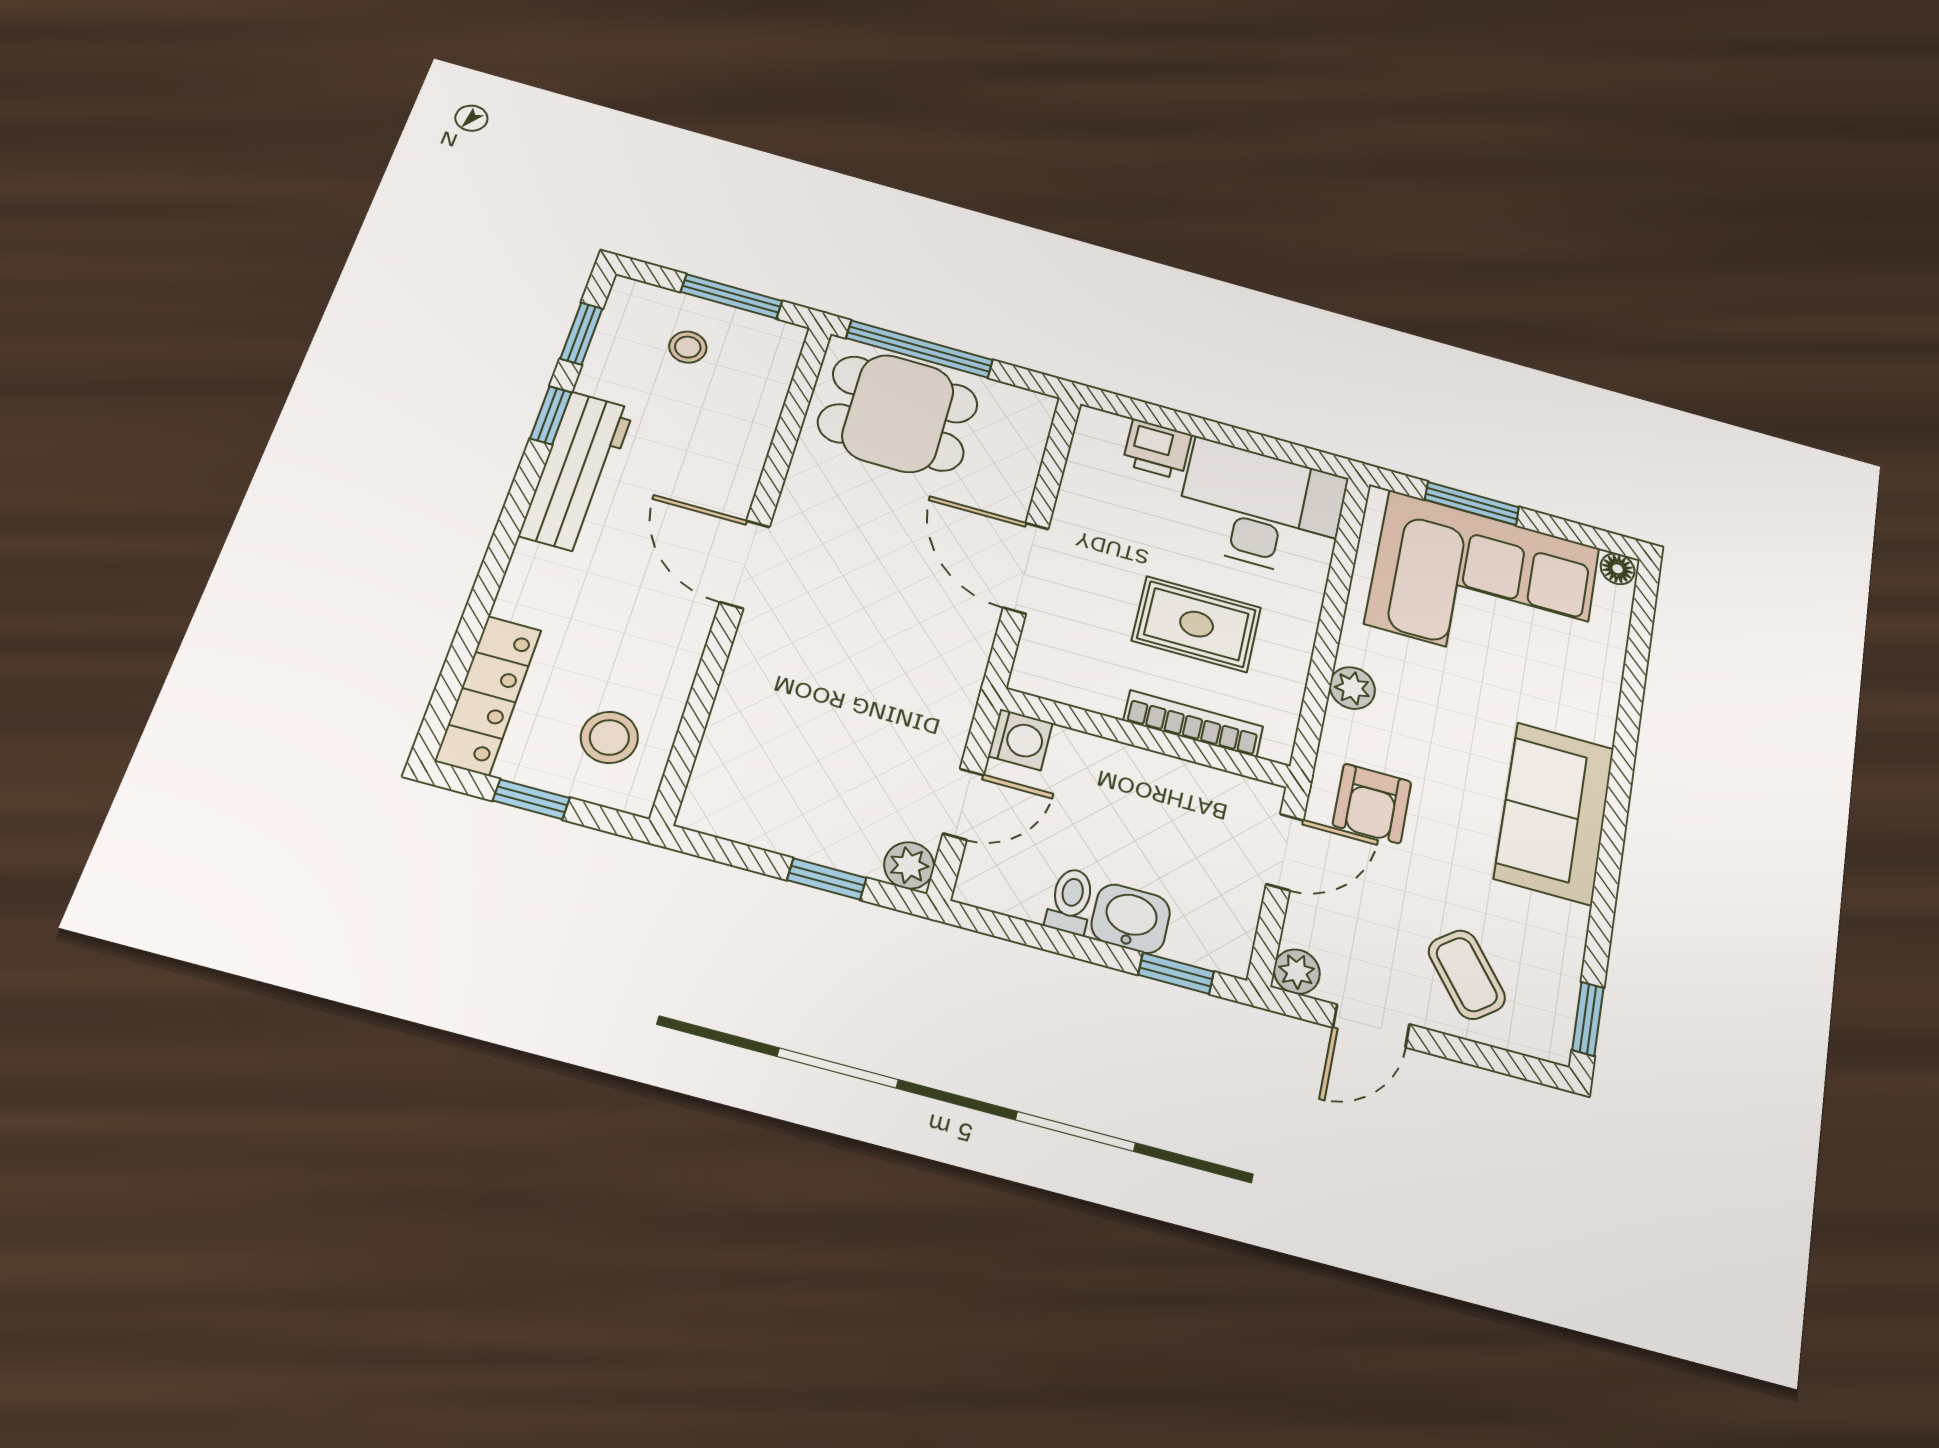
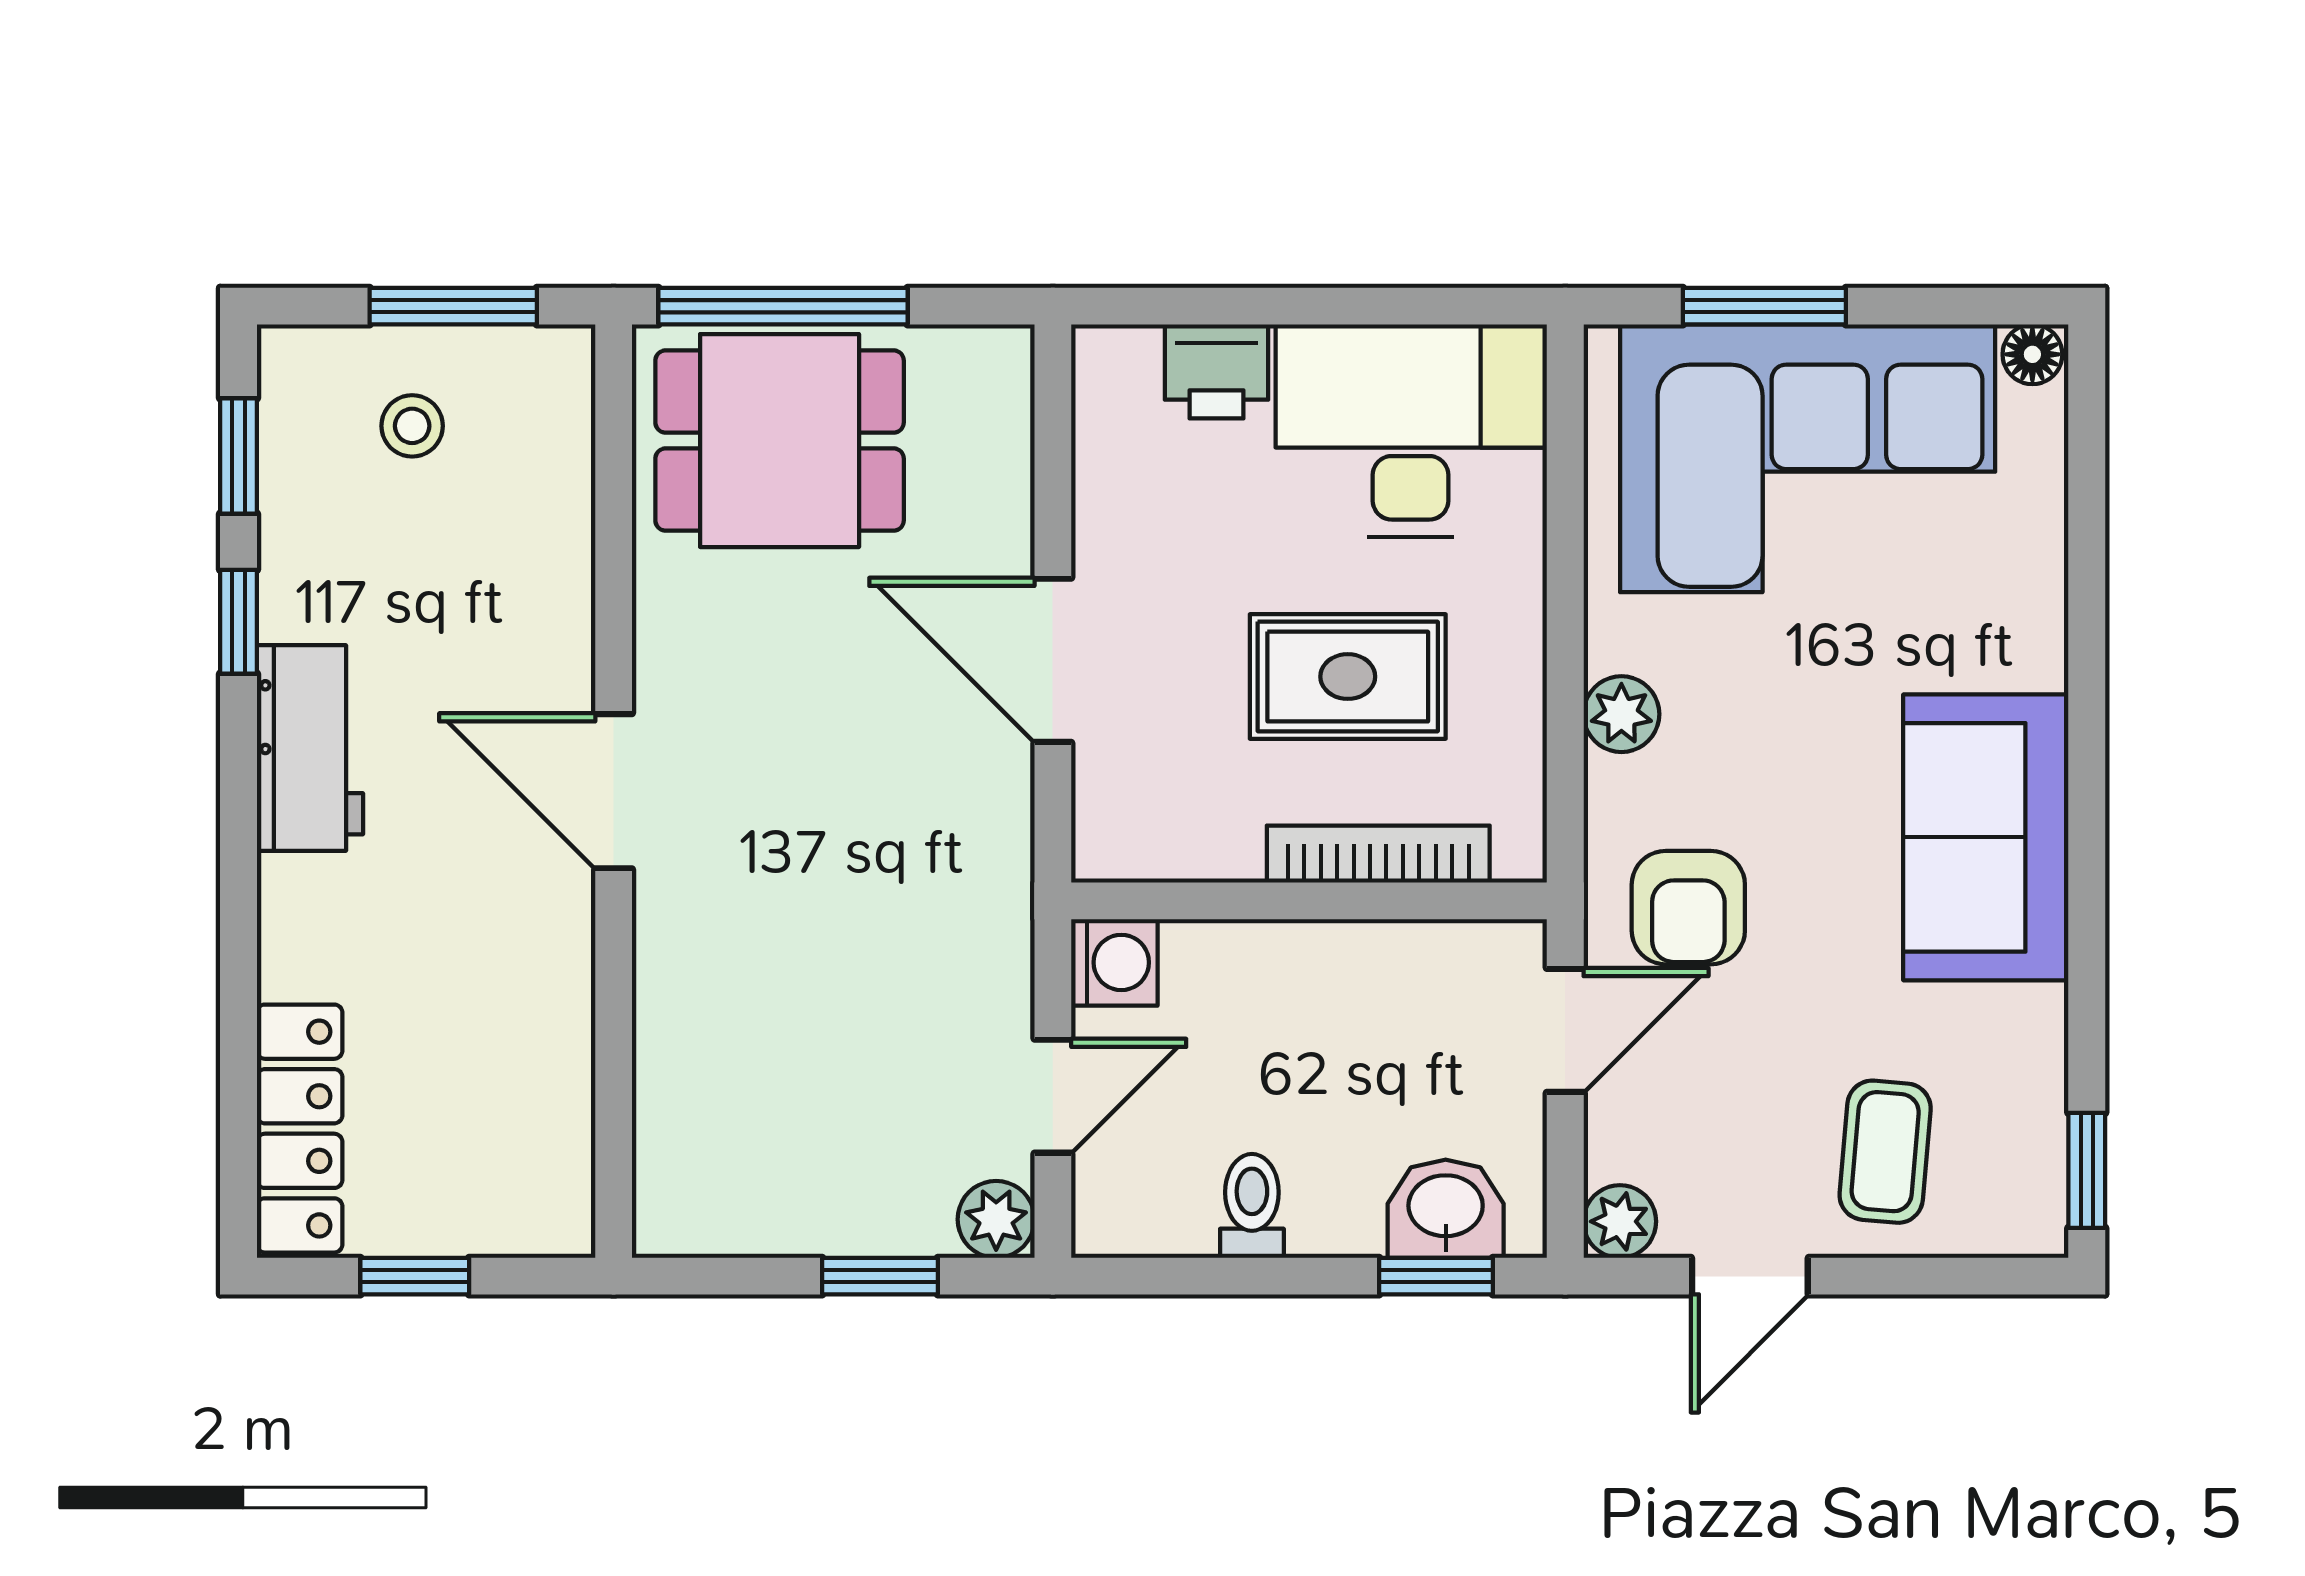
workbench: (577, 472) -> (310, 748), width x0.73
stool: (609, 737) -> (497, 1144), removed
washbasin: (1131, 919) -> (1446, 1209), moved
coffee table: (1467, 975) -> (1885, 1152), turned 43

